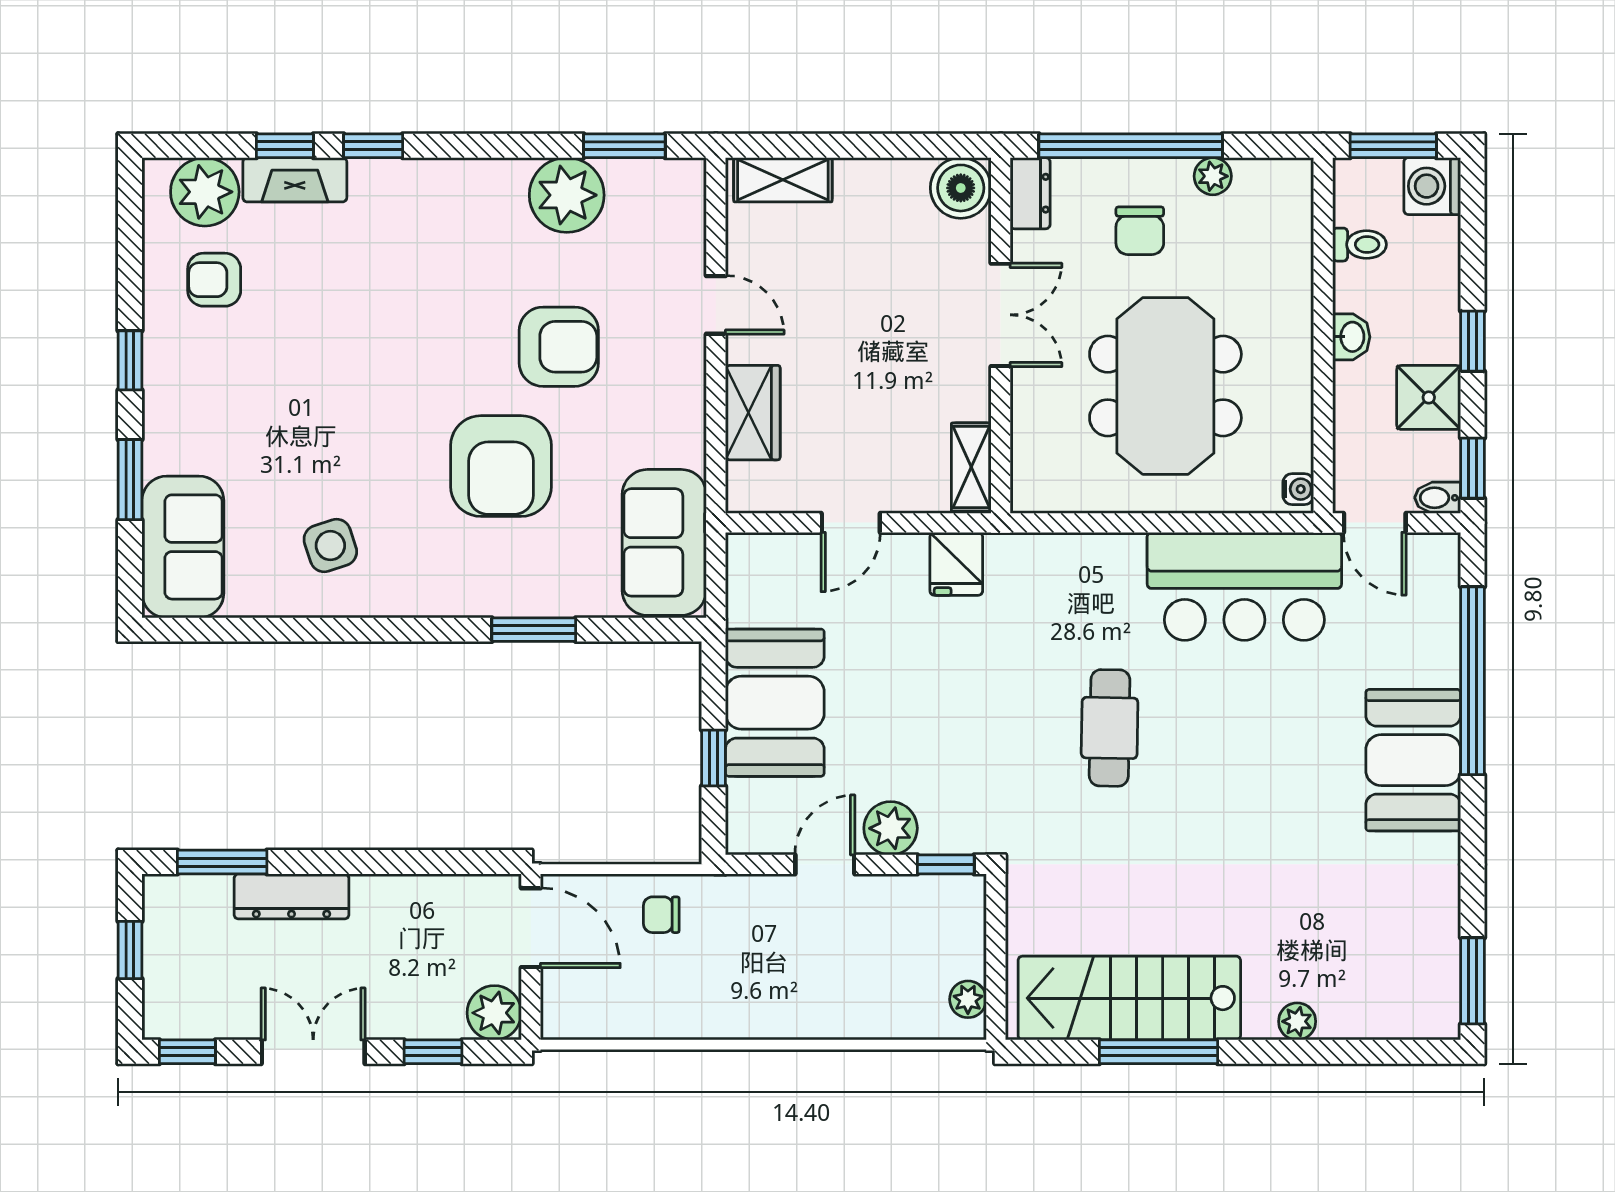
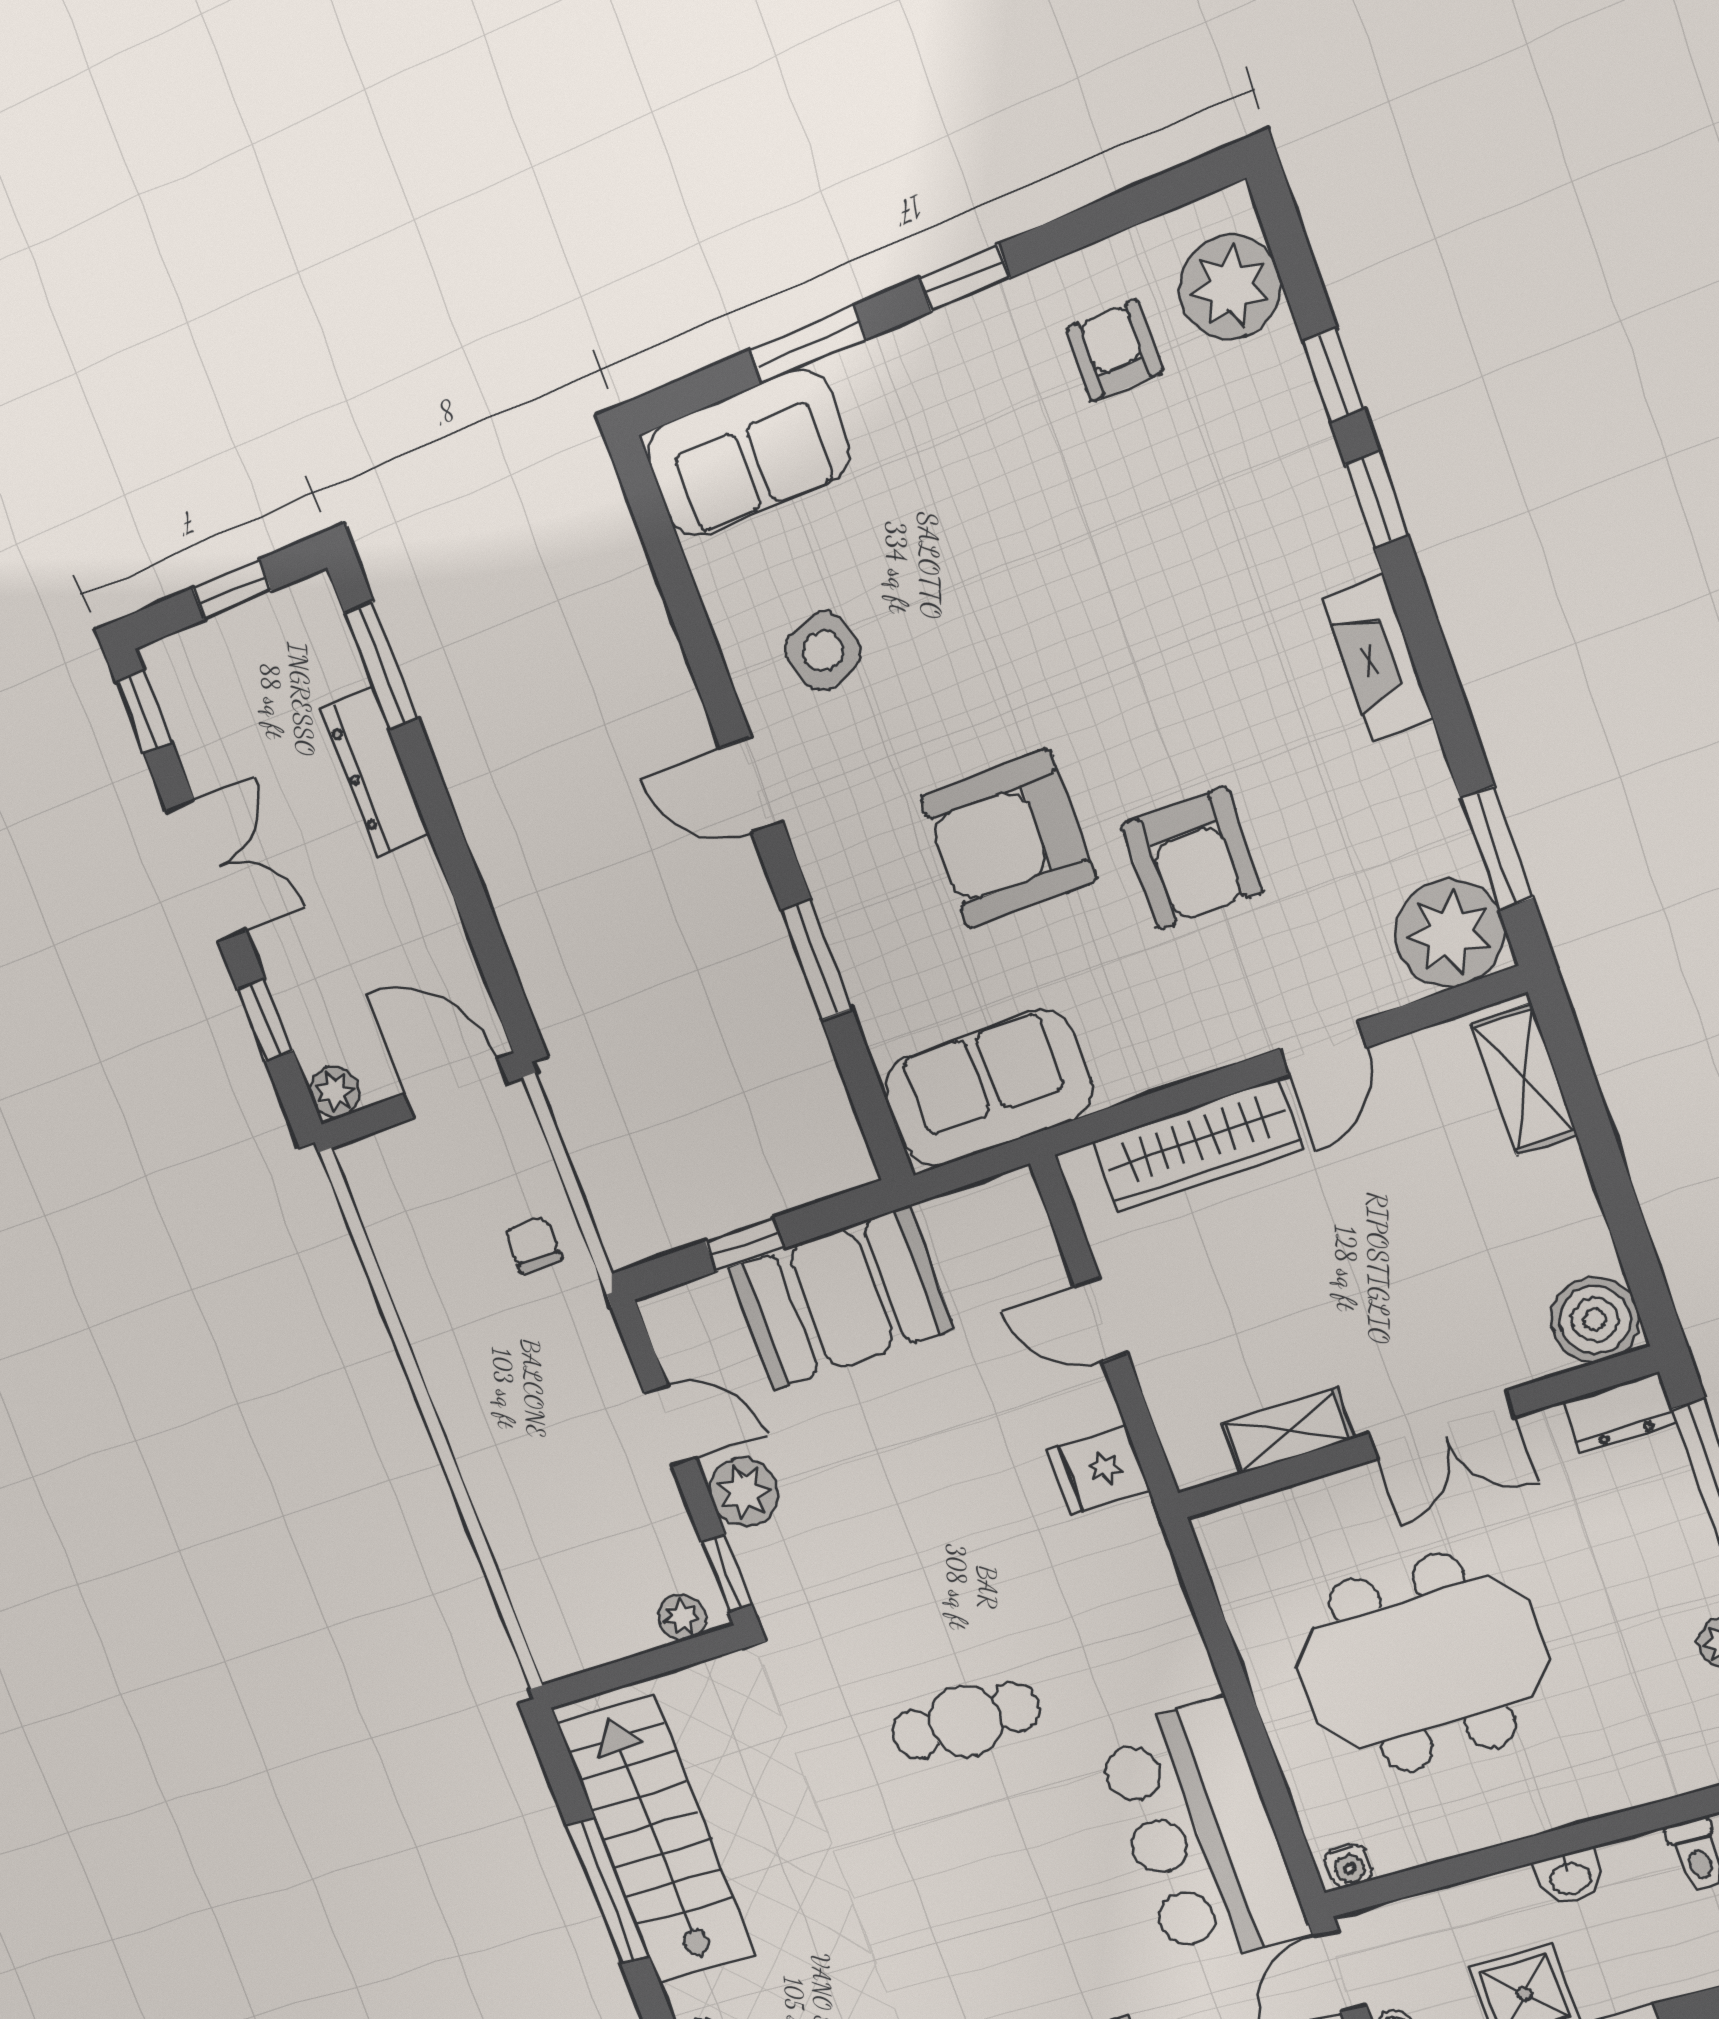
fireplace: (295, 180) -> (1378, 658), moved
plant: (567, 195) -> (1450, 933), moved
chair: (1140, 231) -> (1618, 1570), removed
wardrobe: (753, 413) -> (1198, 1146), width x1.50
shelving: (971, 467) -> (1288, 1431), moved
door: (400, 630) -> (752, 785), added
door: (531, 928) -> (456, 1088), swing flipped
plant: (968, 999) -> (682, 1617), moved
plant: (494, 1013) -> (335, 1092), width x0.73, depth x0.73

